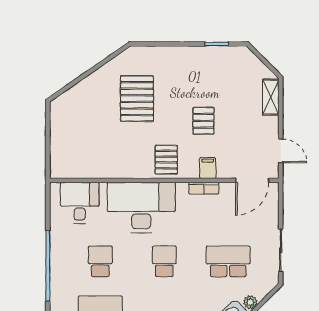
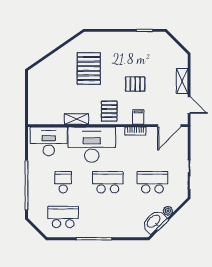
shelving: (271, 97) -> (182, 81), moved
pallet: (203, 121) -> (135, 84), turned 90
shelving: (119, 171) -> (76, 119), added
desk: (80, 203) -> (49, 141), width x1.37
school desk: (164, 261) -> (108, 182), width x1.85

